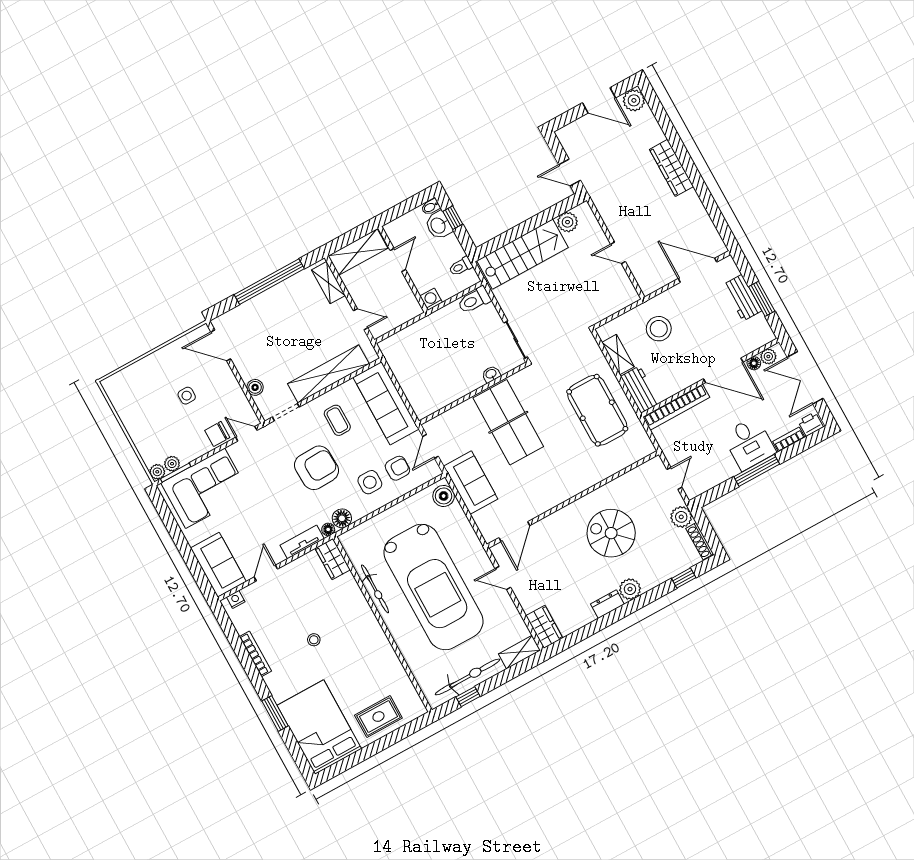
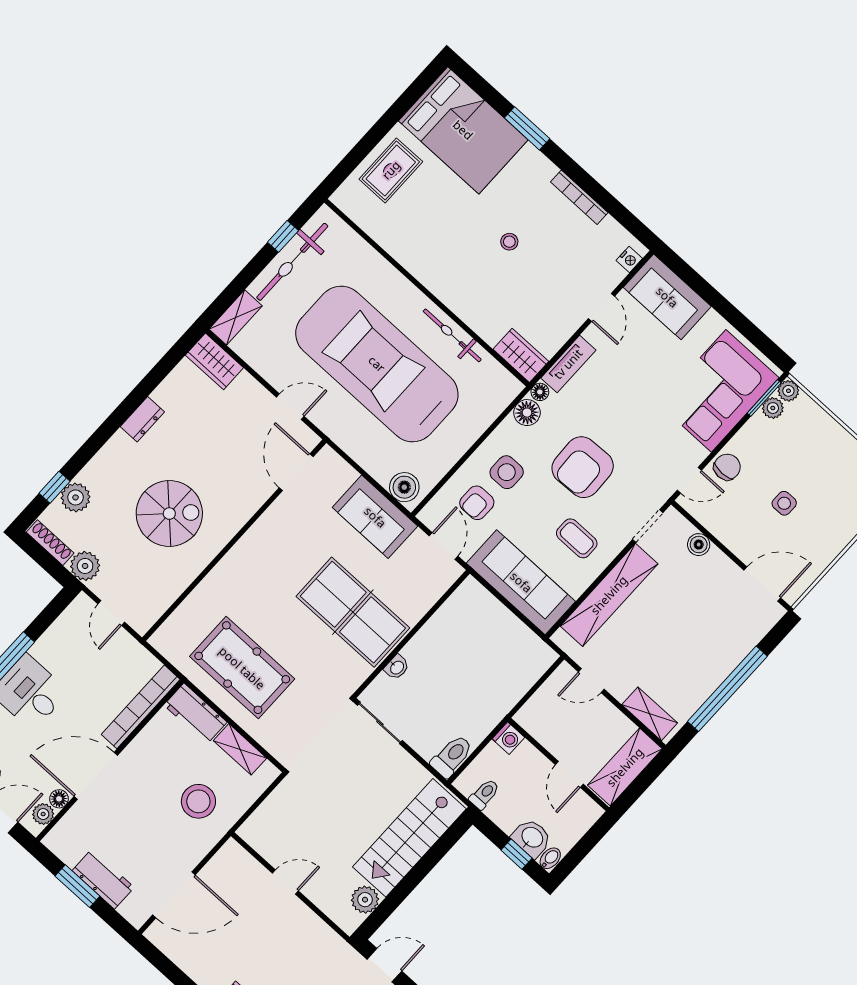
plant: (630, 589) -> (76, 497), moved

